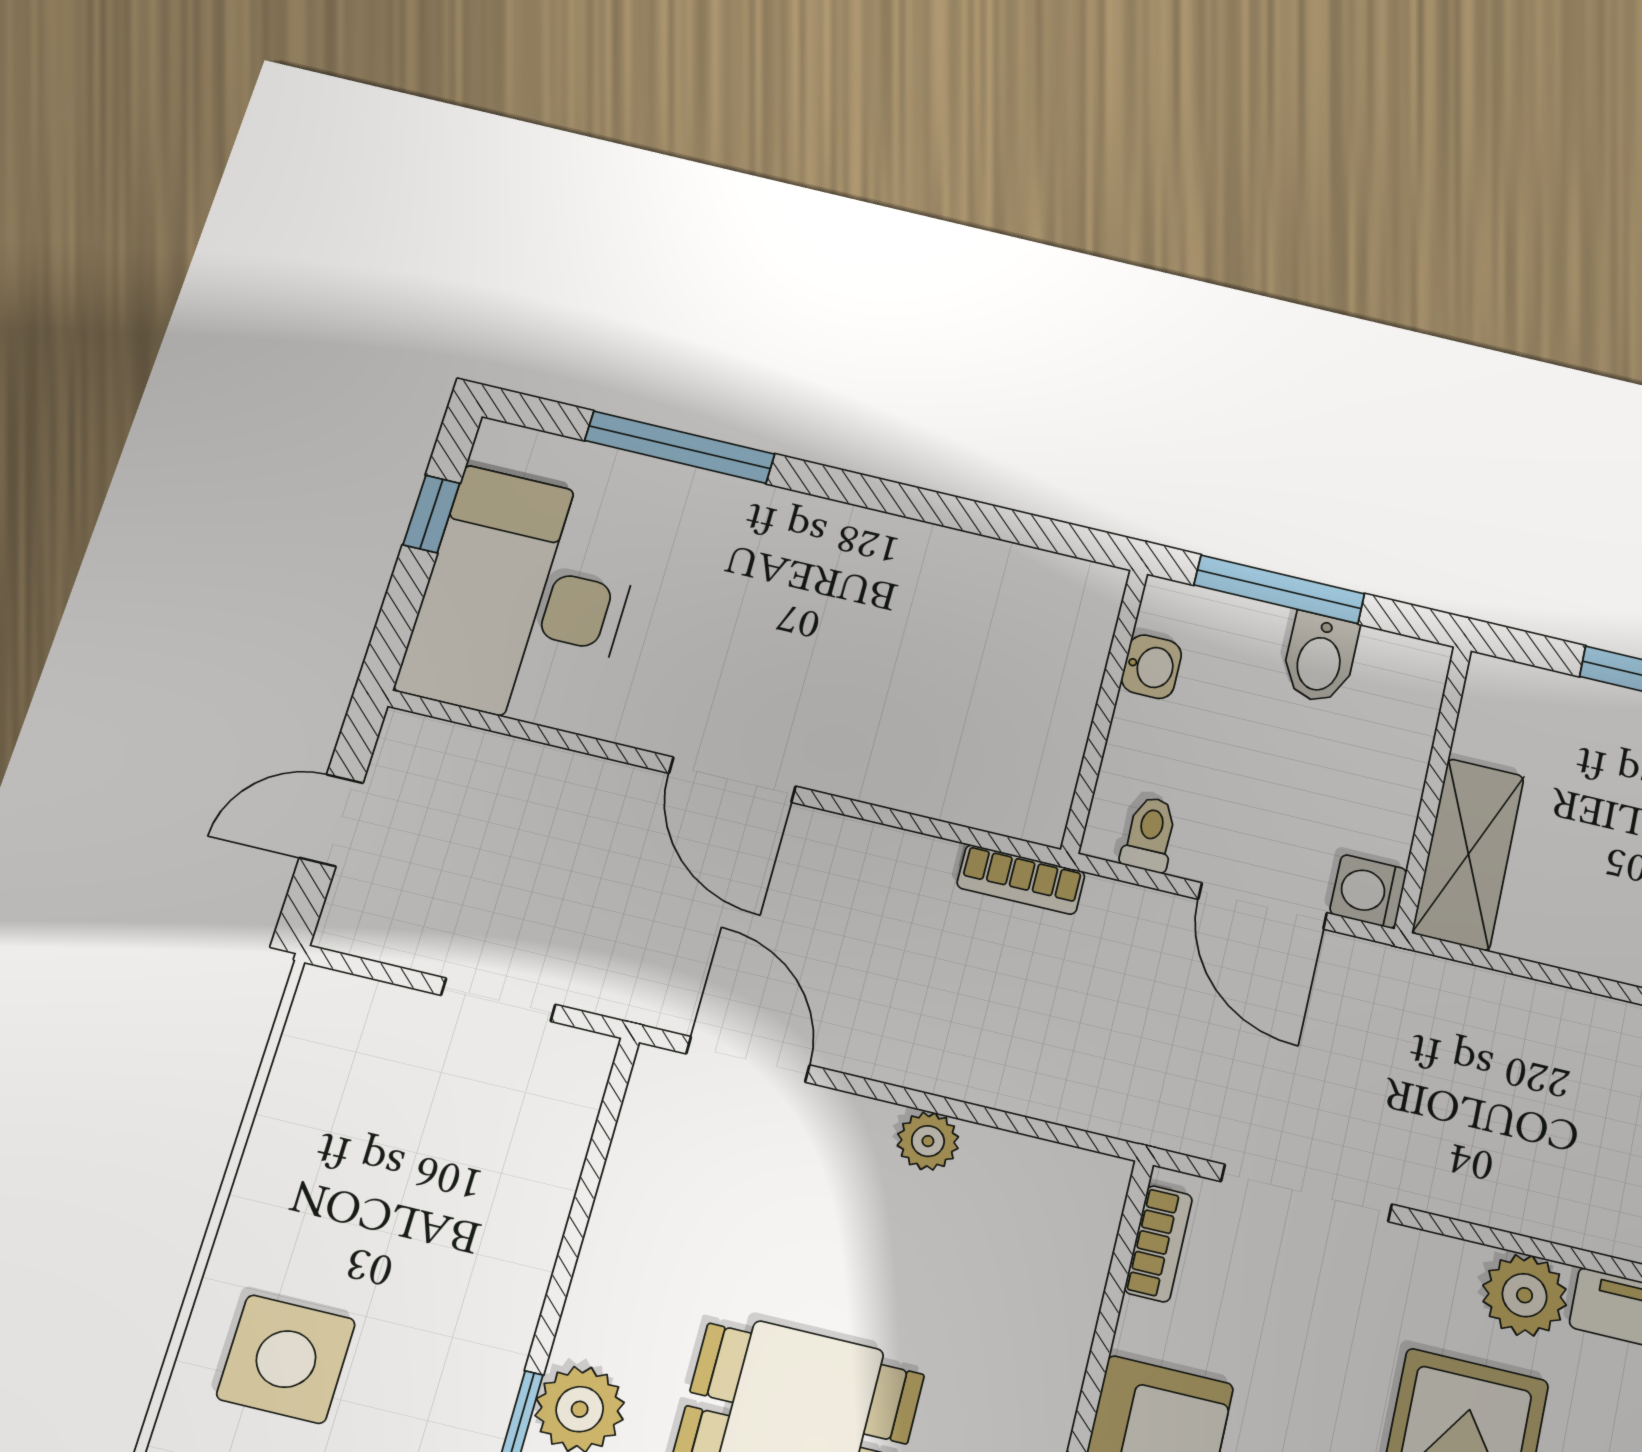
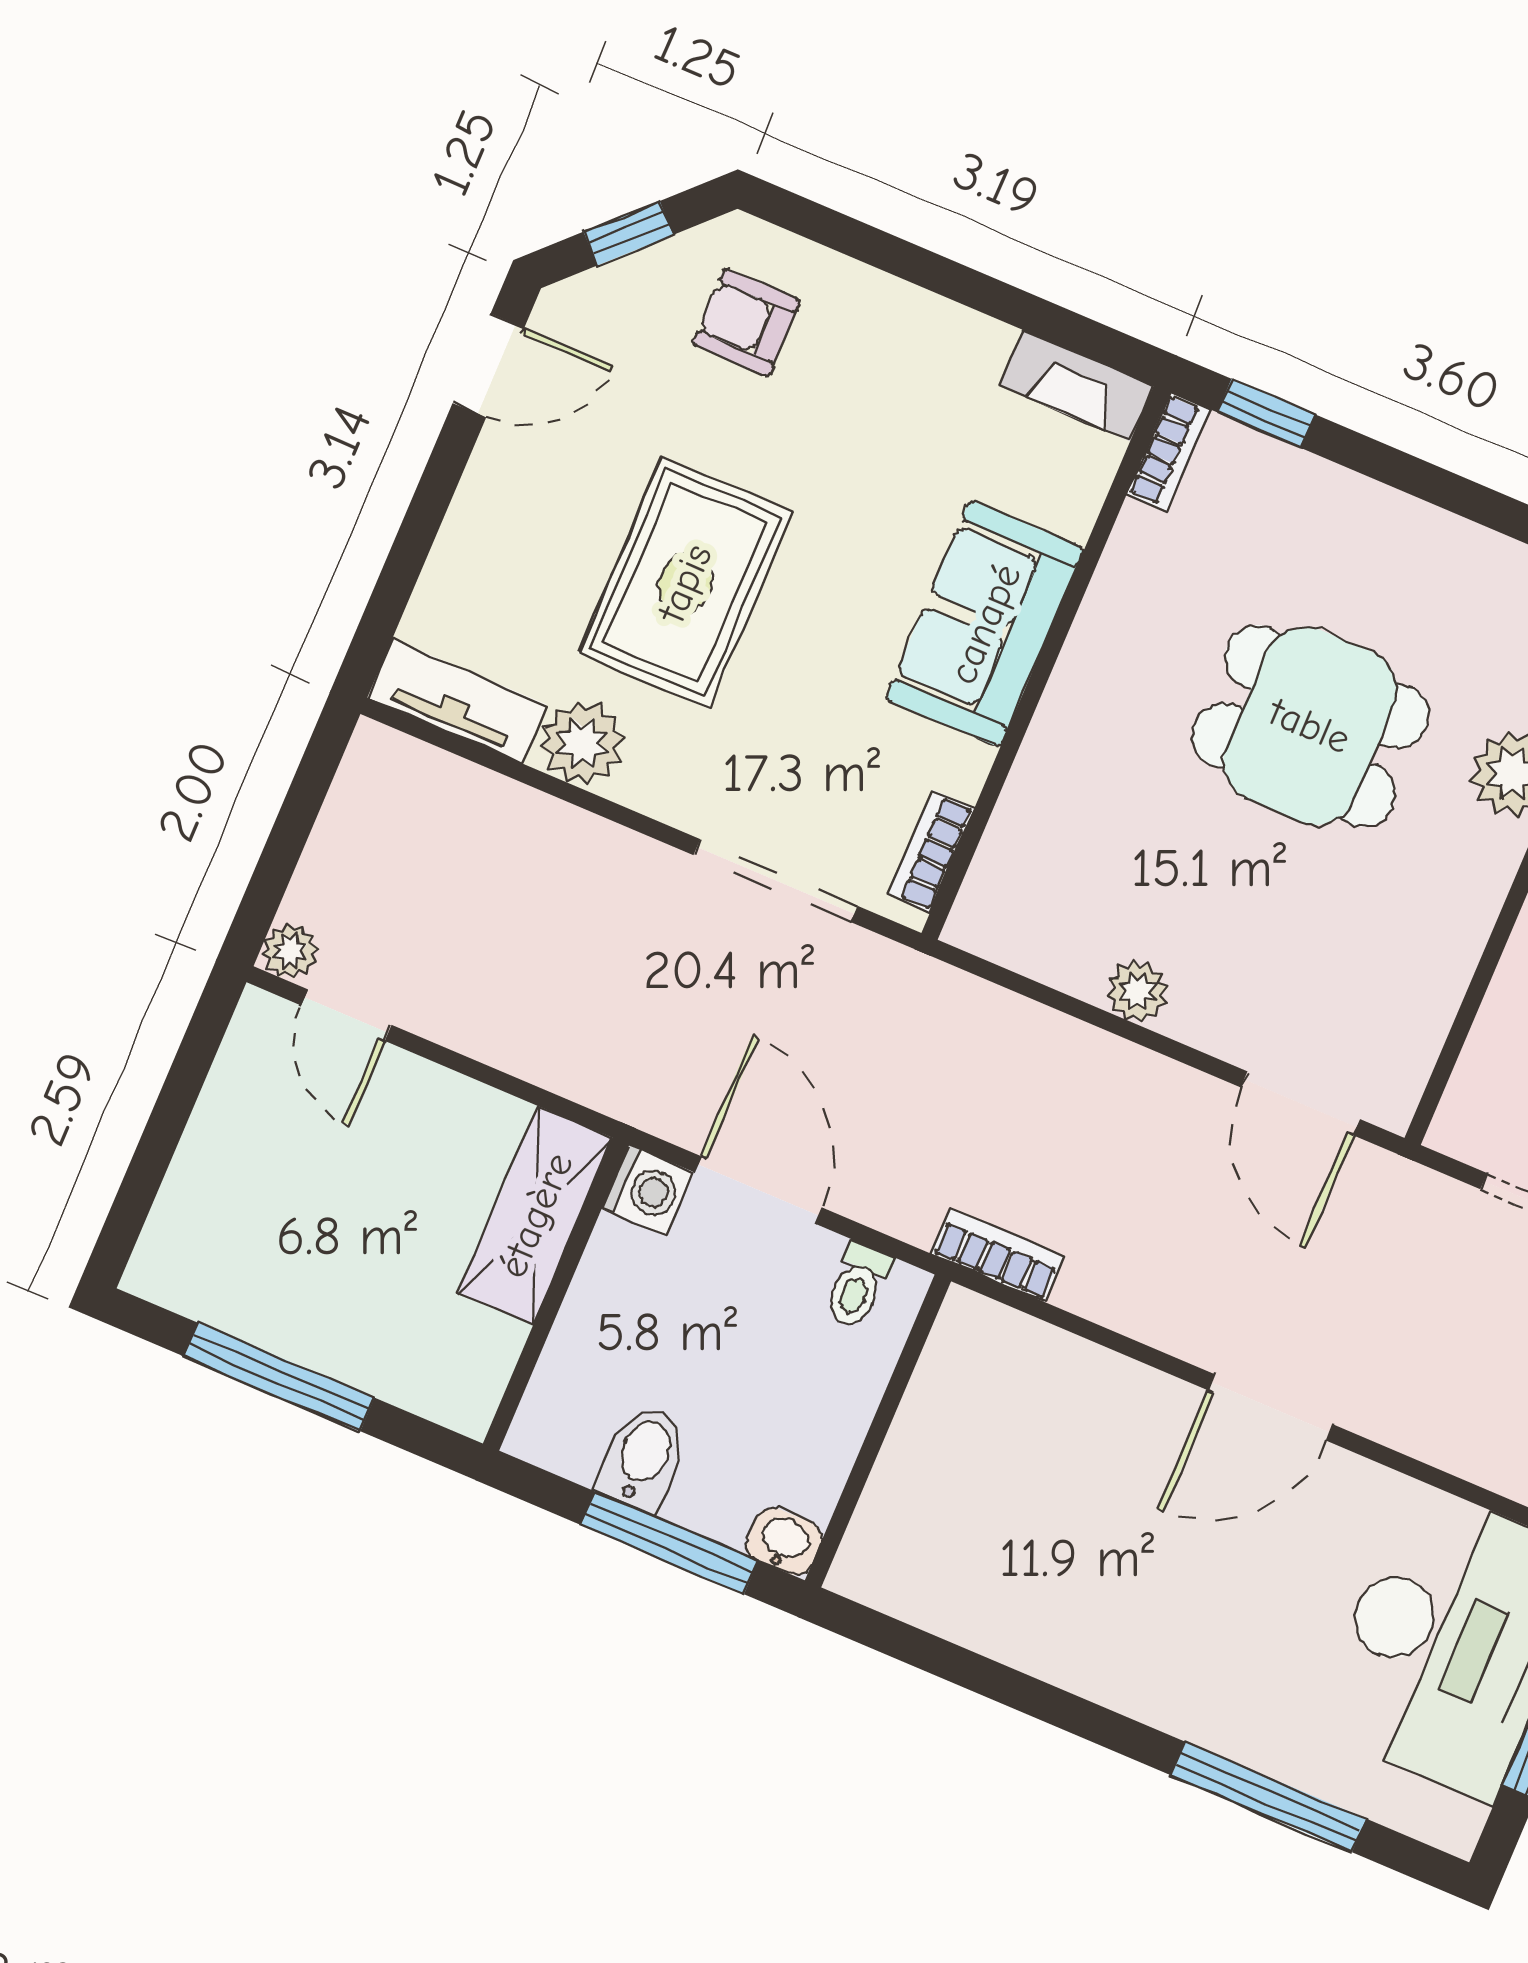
washbasin: (1151, 667) -> (784, 1541), moved, turned 90
door: (732, 780) -> (1271, 1407), swing flipped

